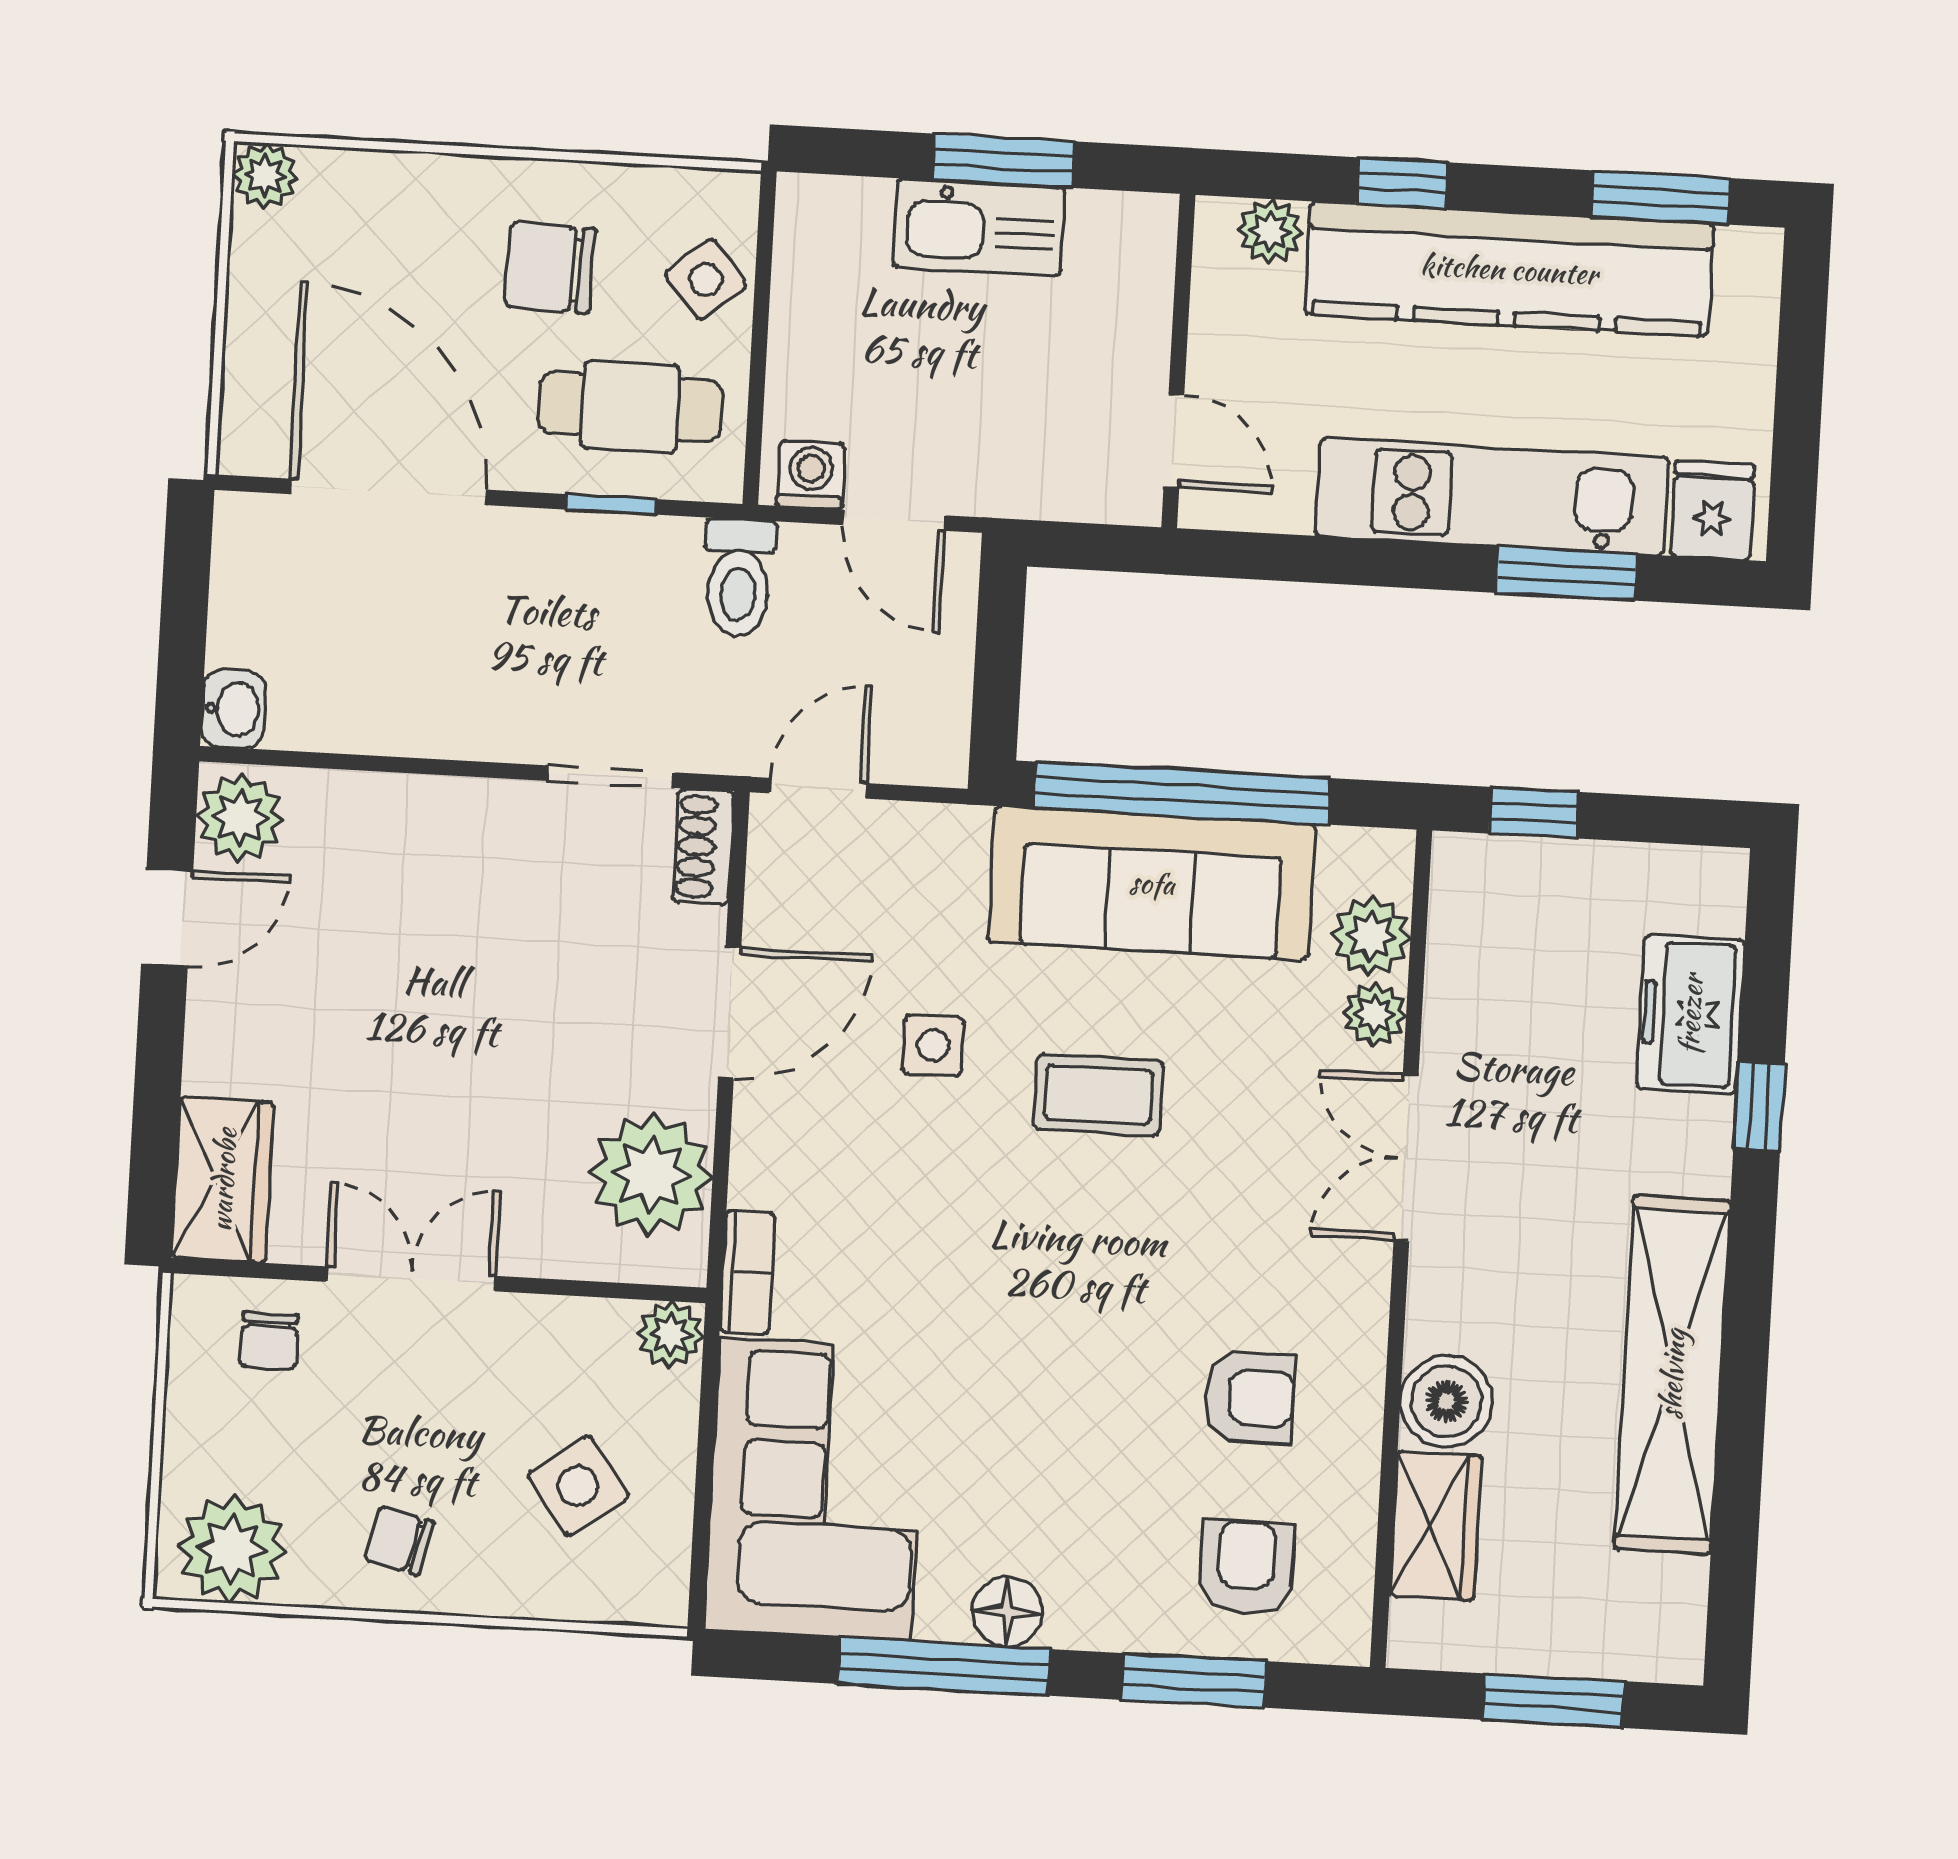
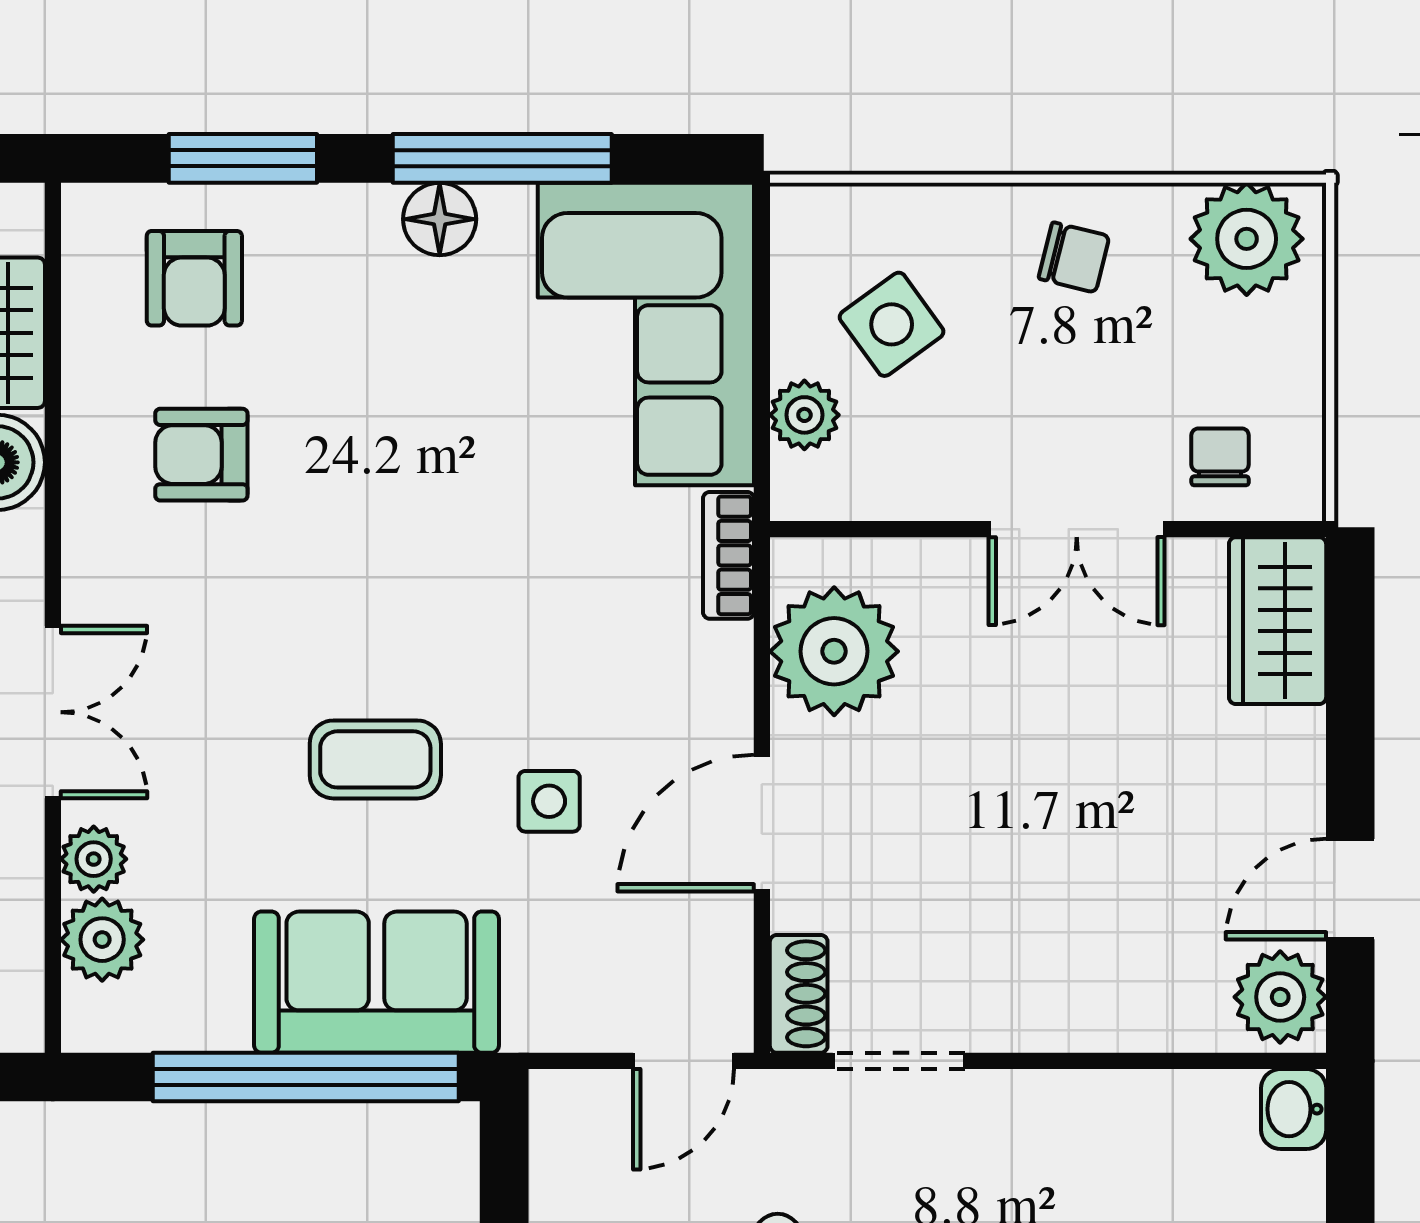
sofa: (1152, 883) -> (377, 982), width x0.73
plant: (671, 1334) -> (804, 415), moved

